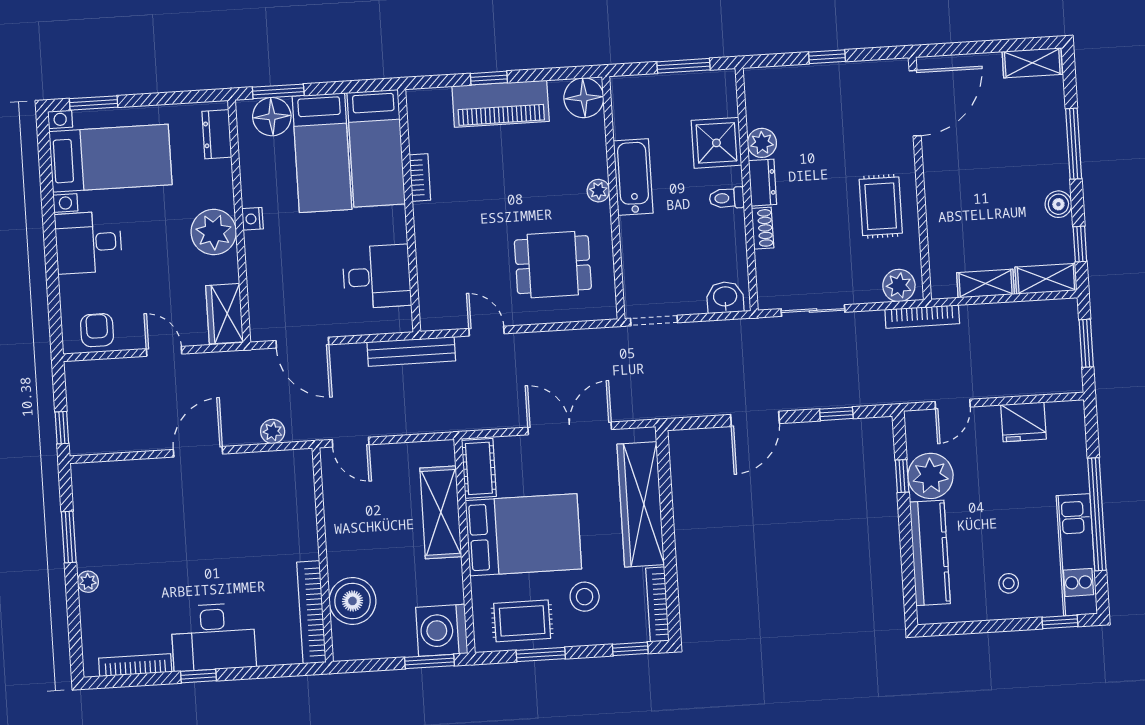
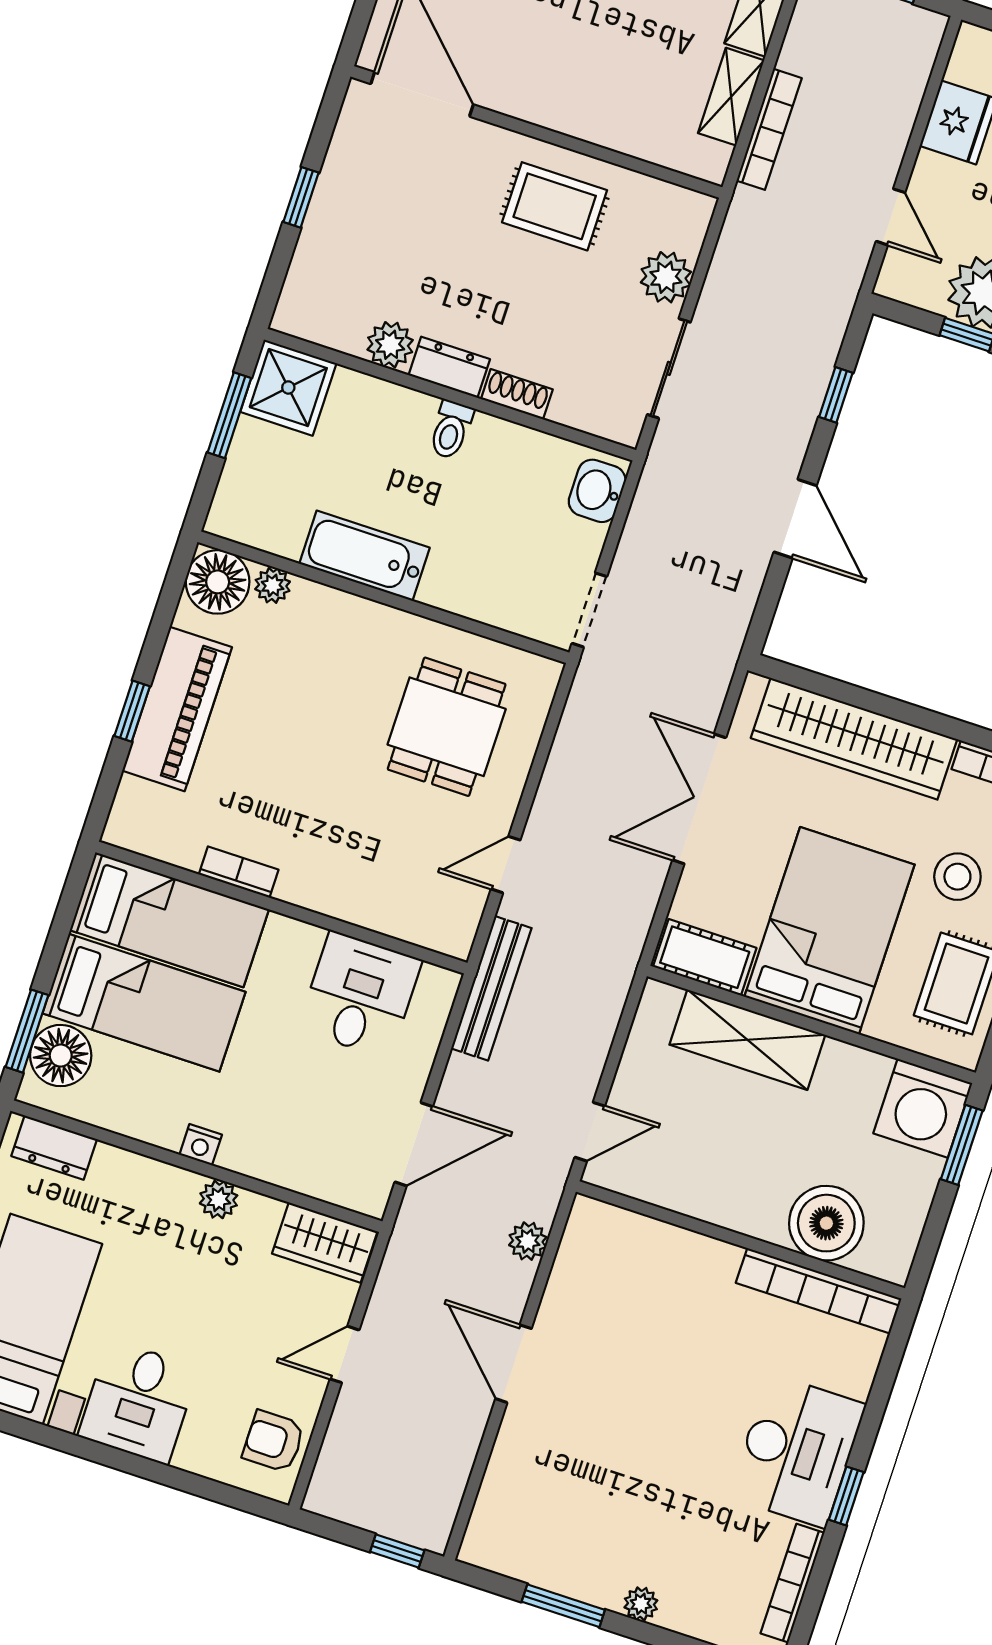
shower: (716, 143) -> (288, 388), moved
plant: (598, 191) -> (273, 585), moved
plant: (214, 232) -> (219, 1199), width x0.53, depth x0.53
plant: (899, 286) -> (666, 277), moved
bookcase: (922, 317) -> (769, 129), moved

